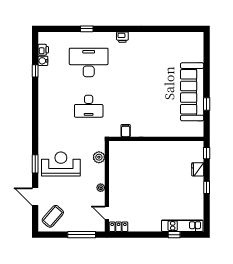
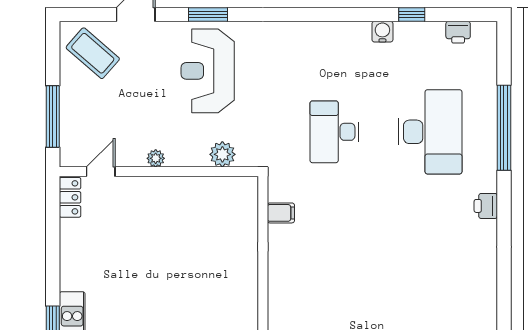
window: (87, 29) -> (504, 128), width x3.17
water cooler: (43, 61) -> (382, 32), moved
reception desk: (61, 164) -> (208, 71), turned 180

